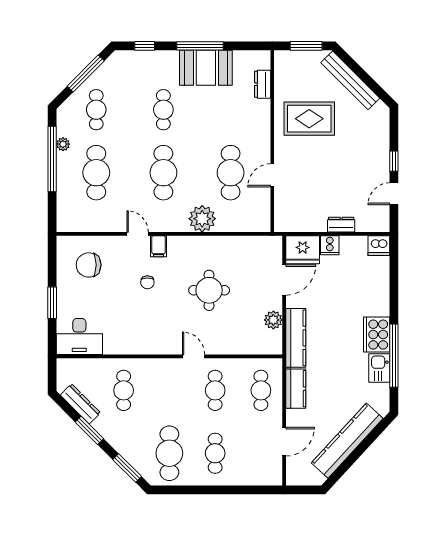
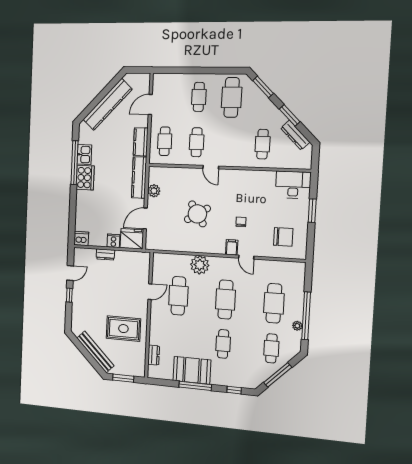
round table: (209, 290) -> (197, 214), turned -32

